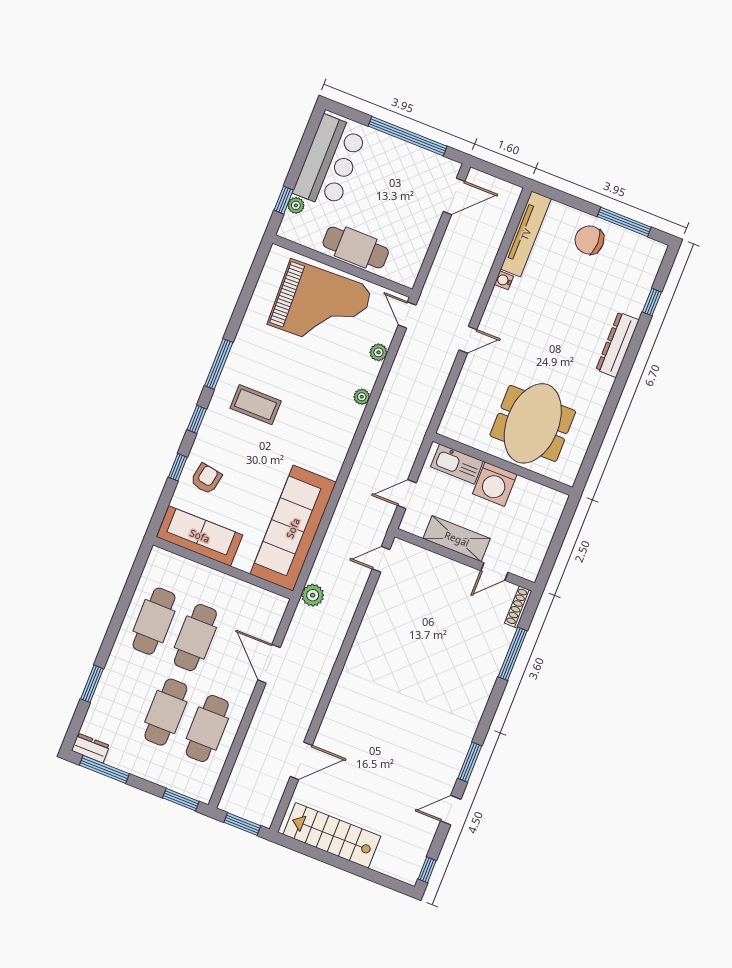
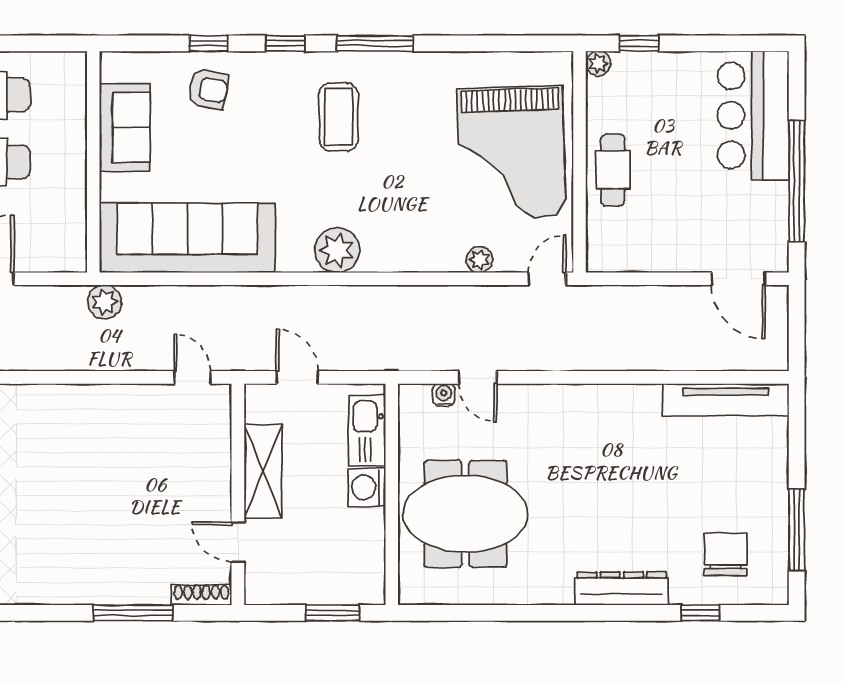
bar counter: (330, 162) -> (753, 115), moved, turned 90
plant: (296, 205) -> (598, 63), moved
chair: (589, 240) -> (726, 554), moved
cafe table: (356, 247) -> (613, 170), width x0.73, depth x0.74
water cooler: (504, 280) -> (444, 395), moved
door: (468, 340) -> (478, 377), moved
plant: (362, 397) -> (337, 250), moved, width x1.88, depth x1.88
washing machine: (495, 484) -> (367, 487), width x0.73, depth x0.73
window: (562, 530) -> (333, 613), added
sofa: (200, 536) -> (125, 127), width x0.73

